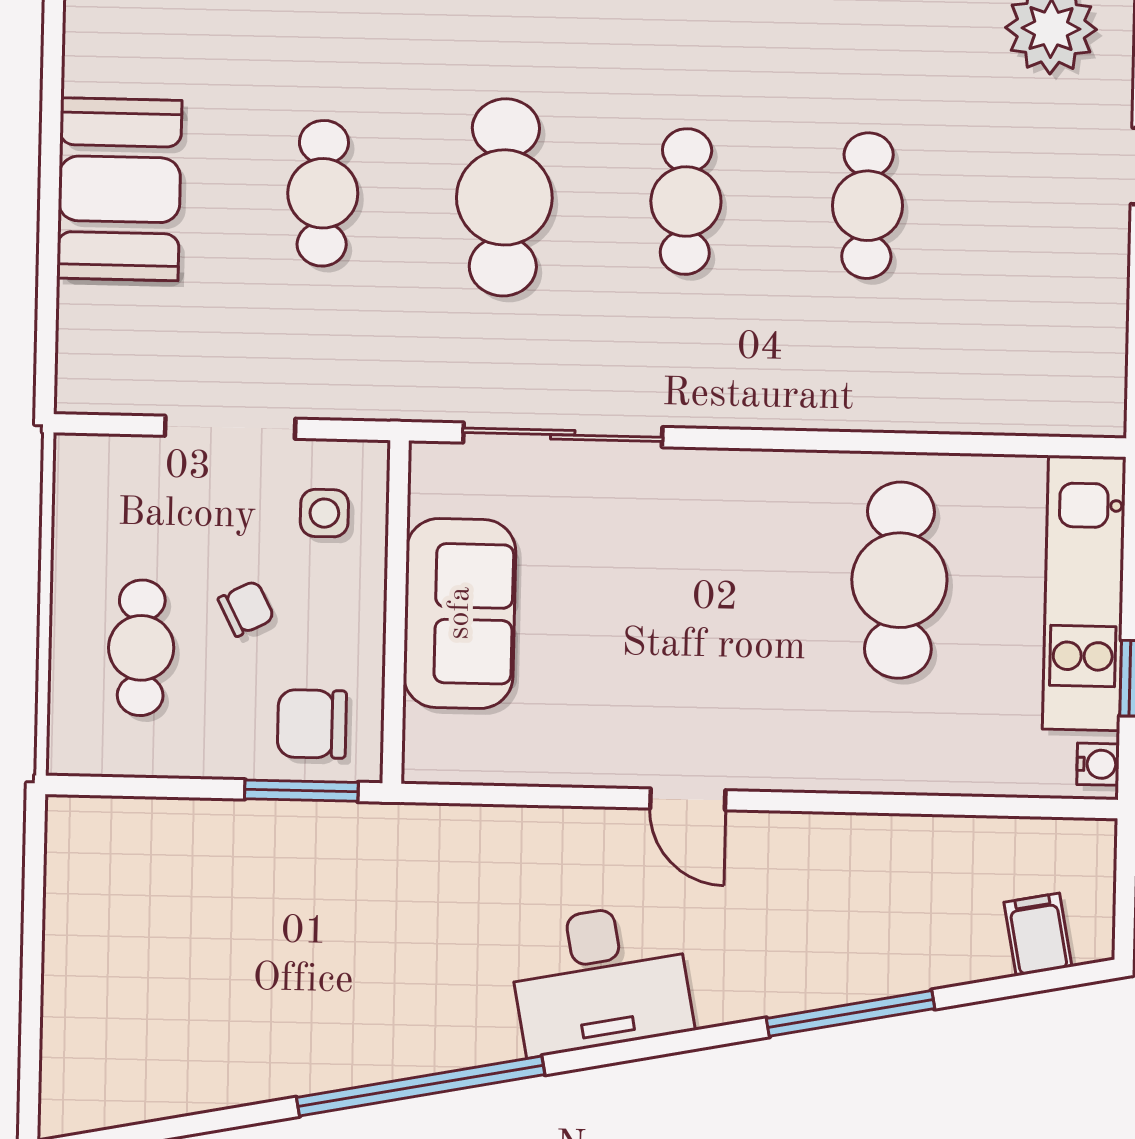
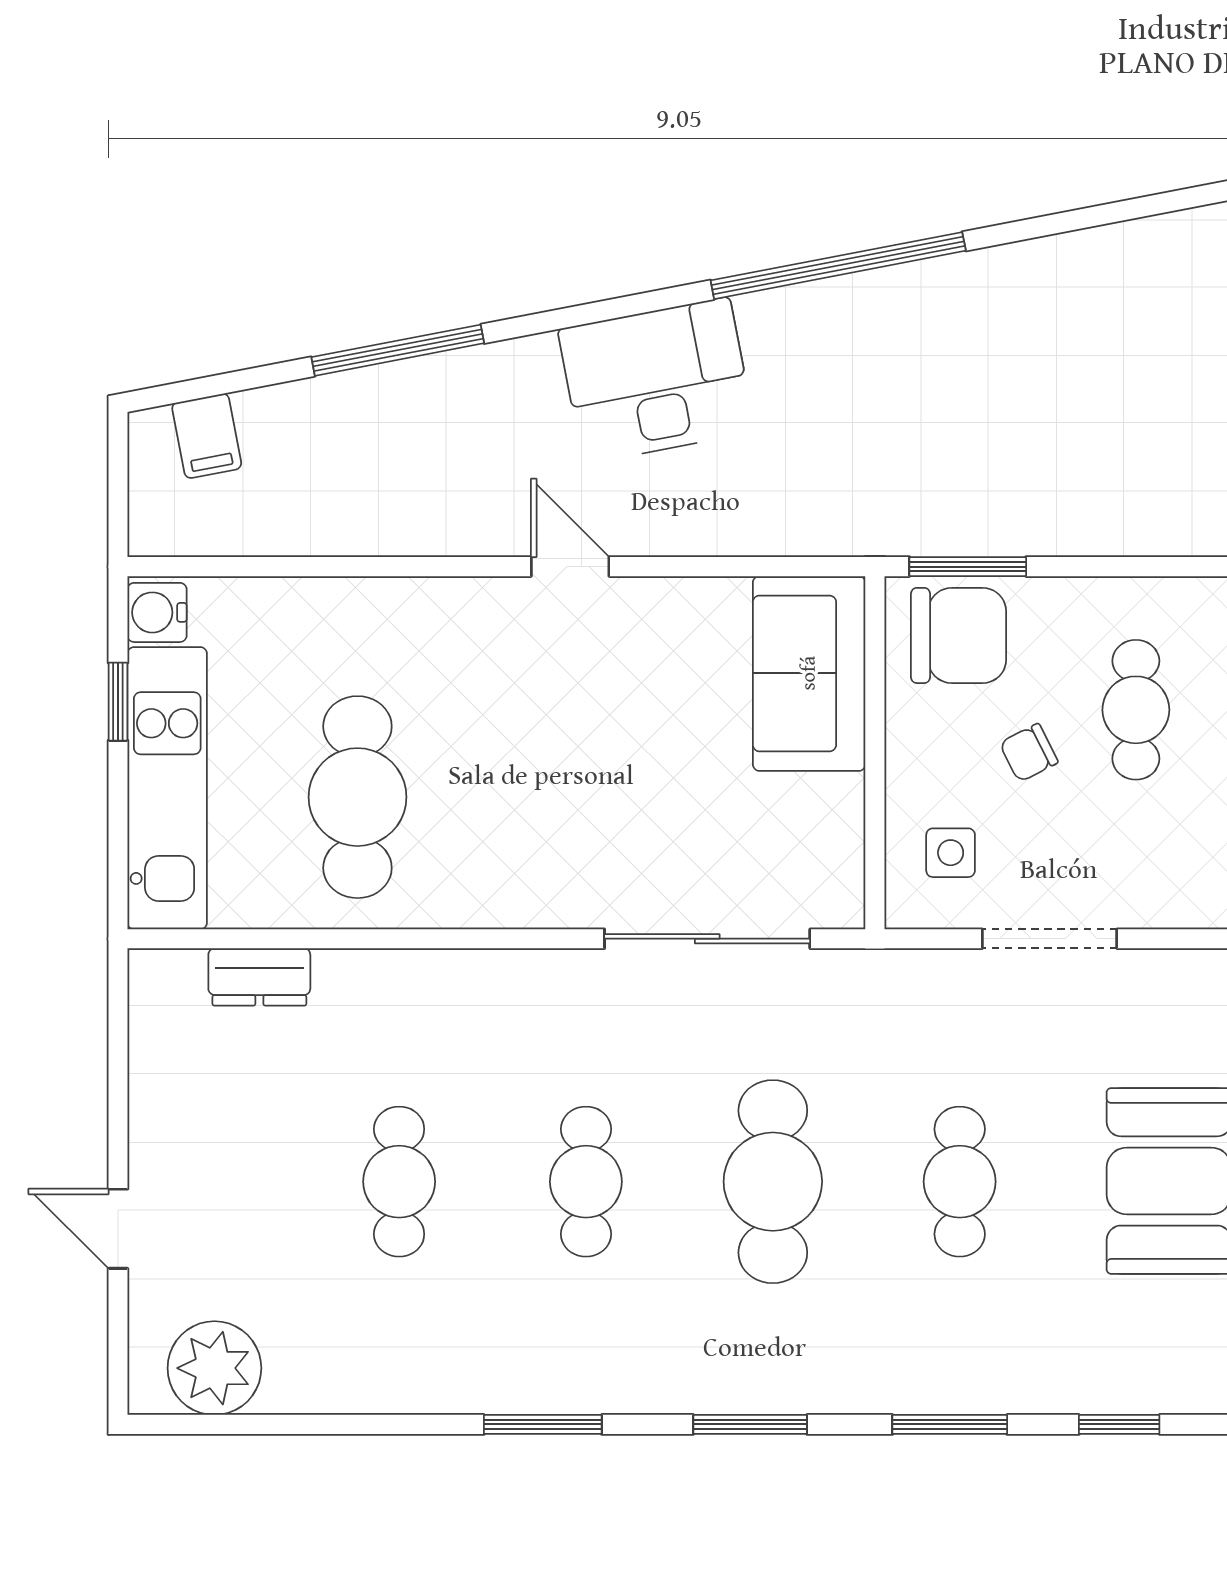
dresser: (999, 408) -> (259, 977), added
sofa: (460, 613) -> (809, 673), moved
chair: (312, 724) -> (959, 635), width x1.37, depth x1.37
water cooler: (1098, 764) -> (157, 612), width x1.38, depth x1.38

